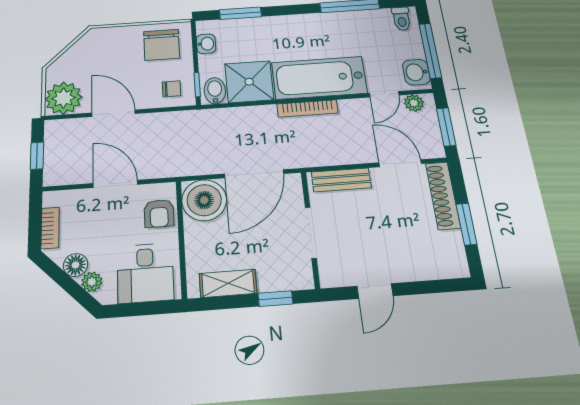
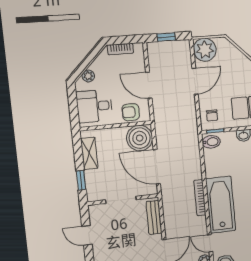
shower: (249, 82) -> (217, 163), removed
door: (115, 184) -> (149, 85), swing flipped
floor lamp: (76, 265) -> (98, 66), removed

